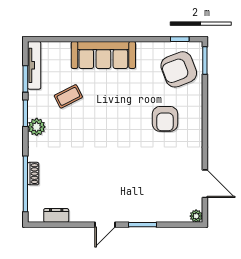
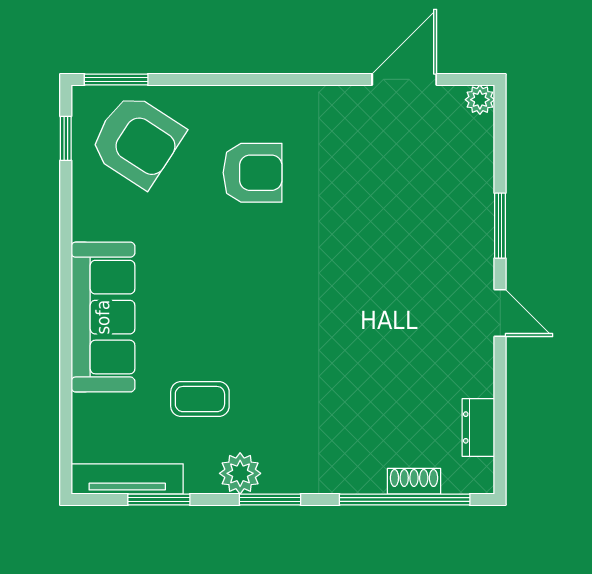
armchair: (179, 69) -> (137, 141), turned -36
coffee table: (68, 96) -> (200, 399), turned -63
window: (25, 113) -> (270, 499), moved
plant: (37, 127) -> (240, 473), moved
shoe rack: (33, 174) -> (414, 481), moved

